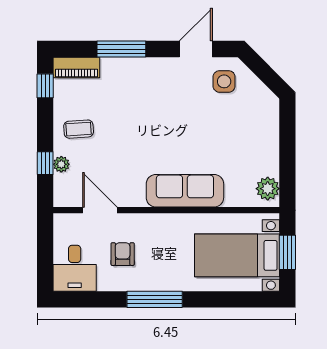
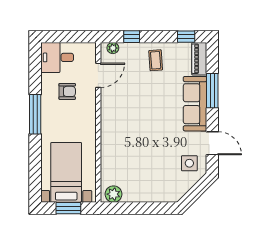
plant: (61, 164) -> (113, 48), moved
sofa: (185, 191) -> (195, 104), moved, turned 180

